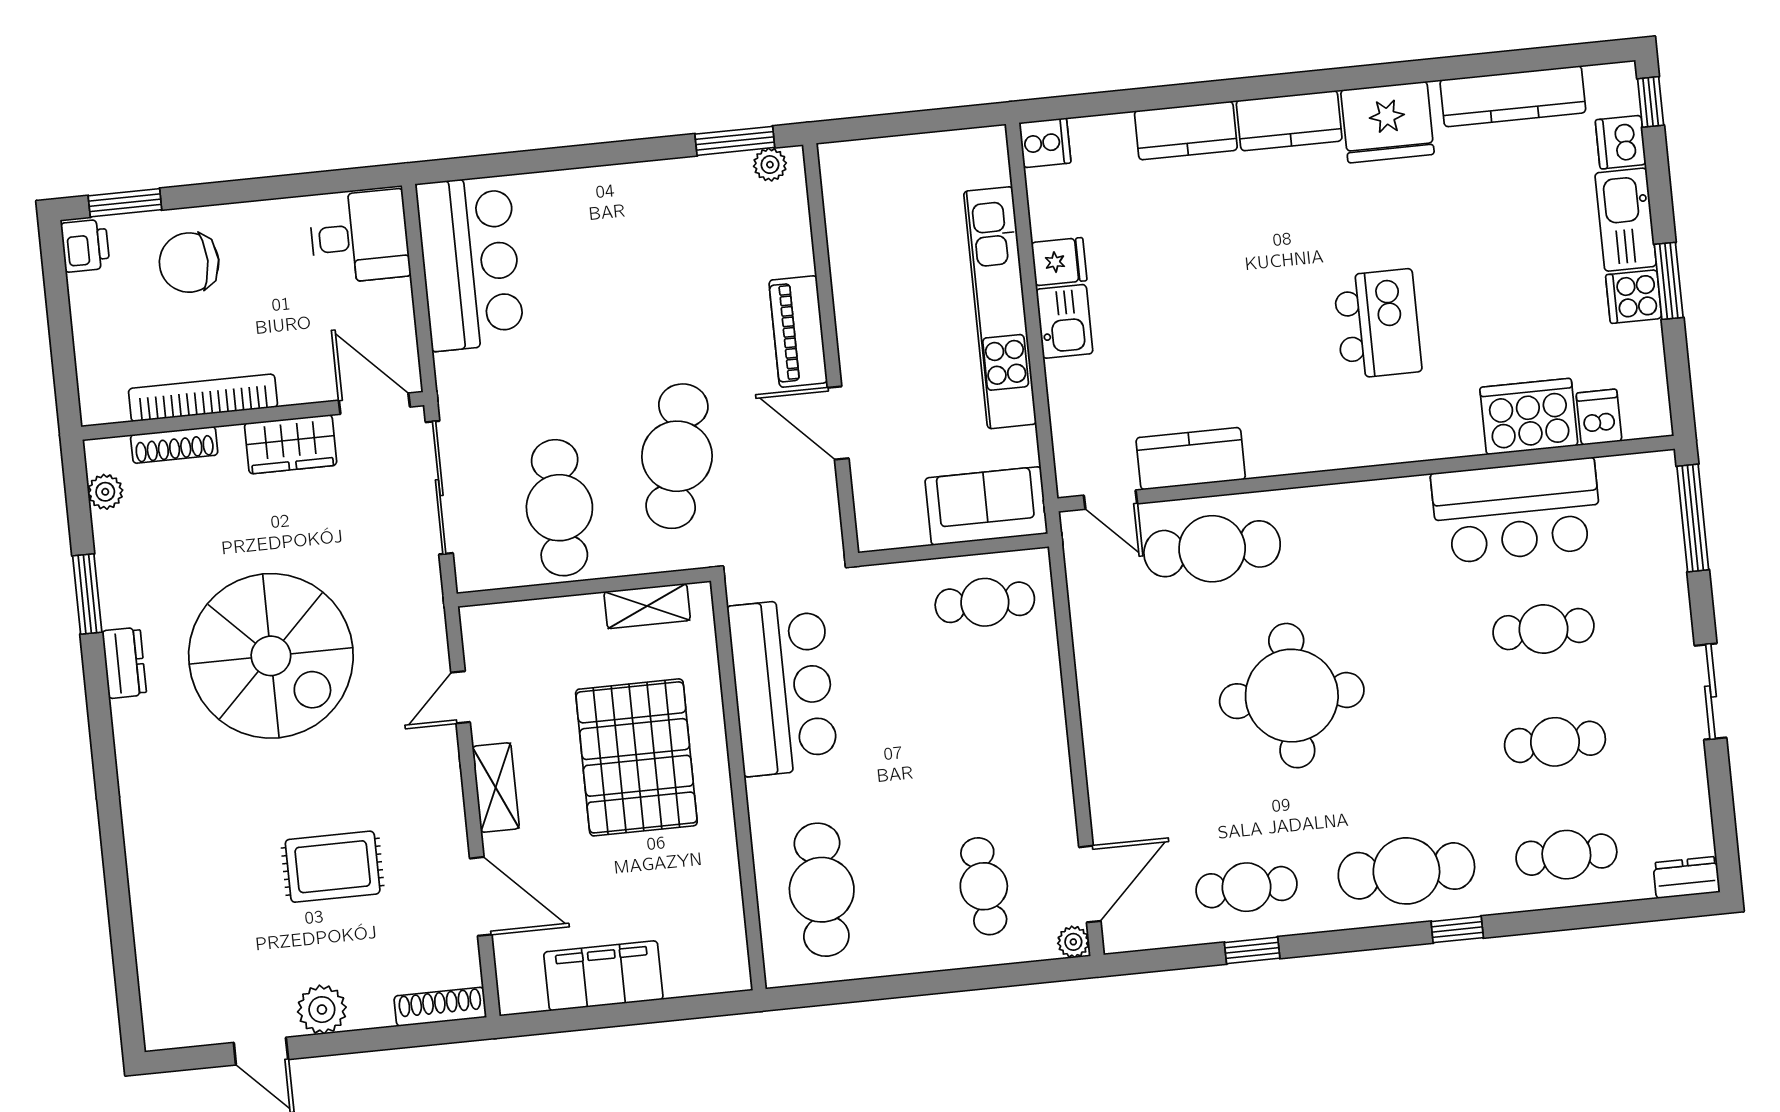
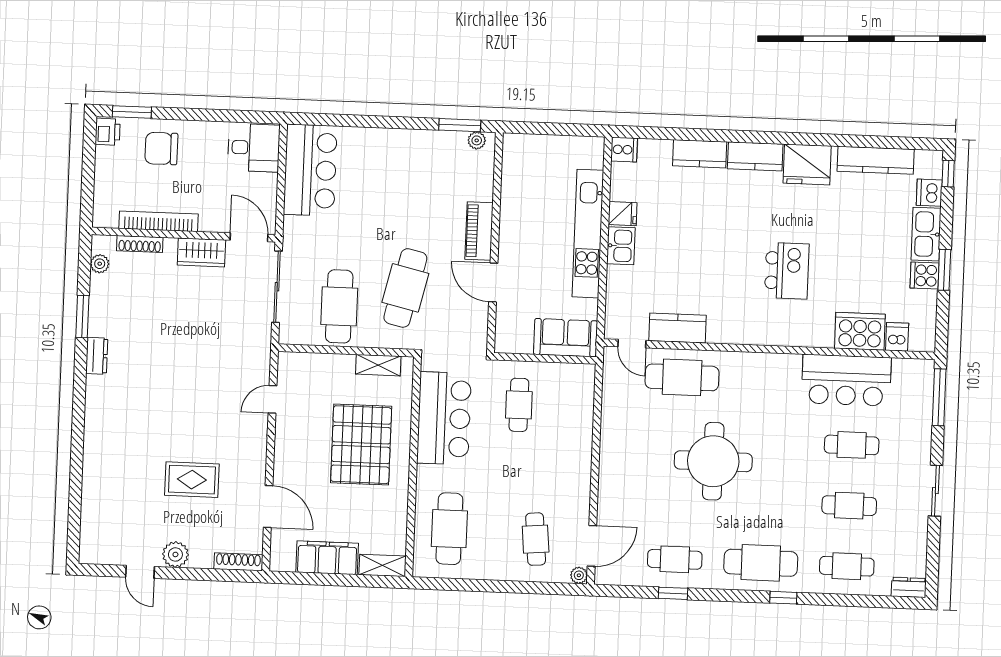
cafe table: (985, 602) -> (519, 405), moved, turned 90
spiral stairs: (271, 656) -> (175, 363), removed
shelving: (496, 788) -> (383, 565), moved, turned 90

